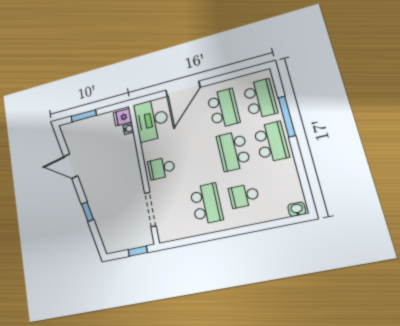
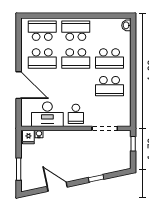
school desk: (223, 108) -> (42, 58), turned 180
window: (287, 116) -> (60, 16), removed
desk: (152, 120) -> (47, 114), moved
door: (71, 166) -> (57, 187), swing flipped
school desk: (244, 196) -> (109, 58), width x1.85
school desk: (206, 204) -> (109, 86), turned 180

